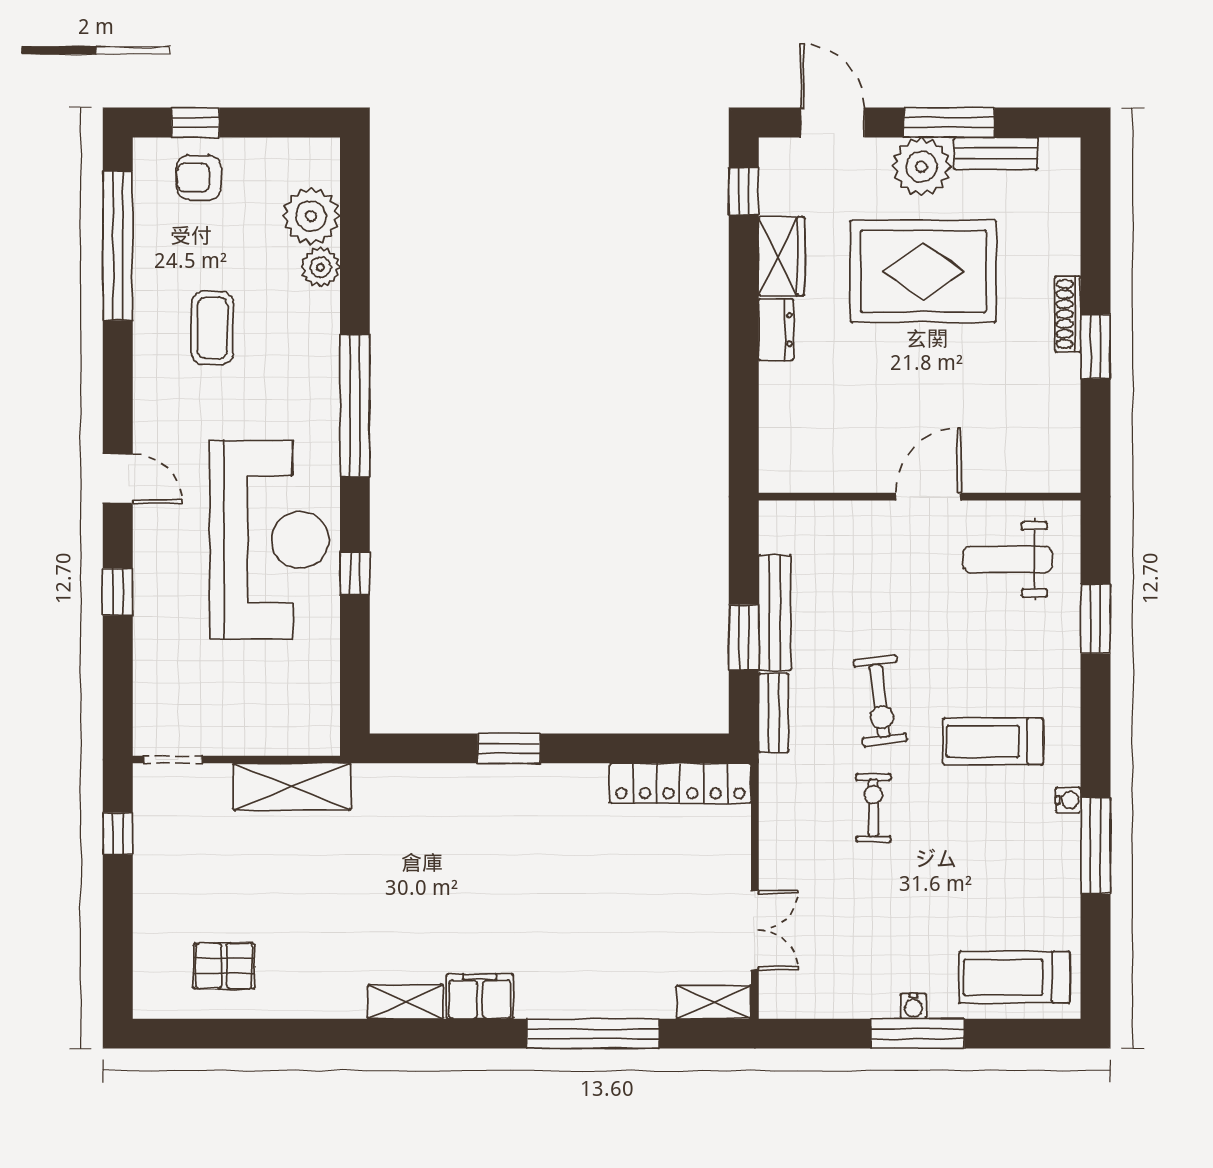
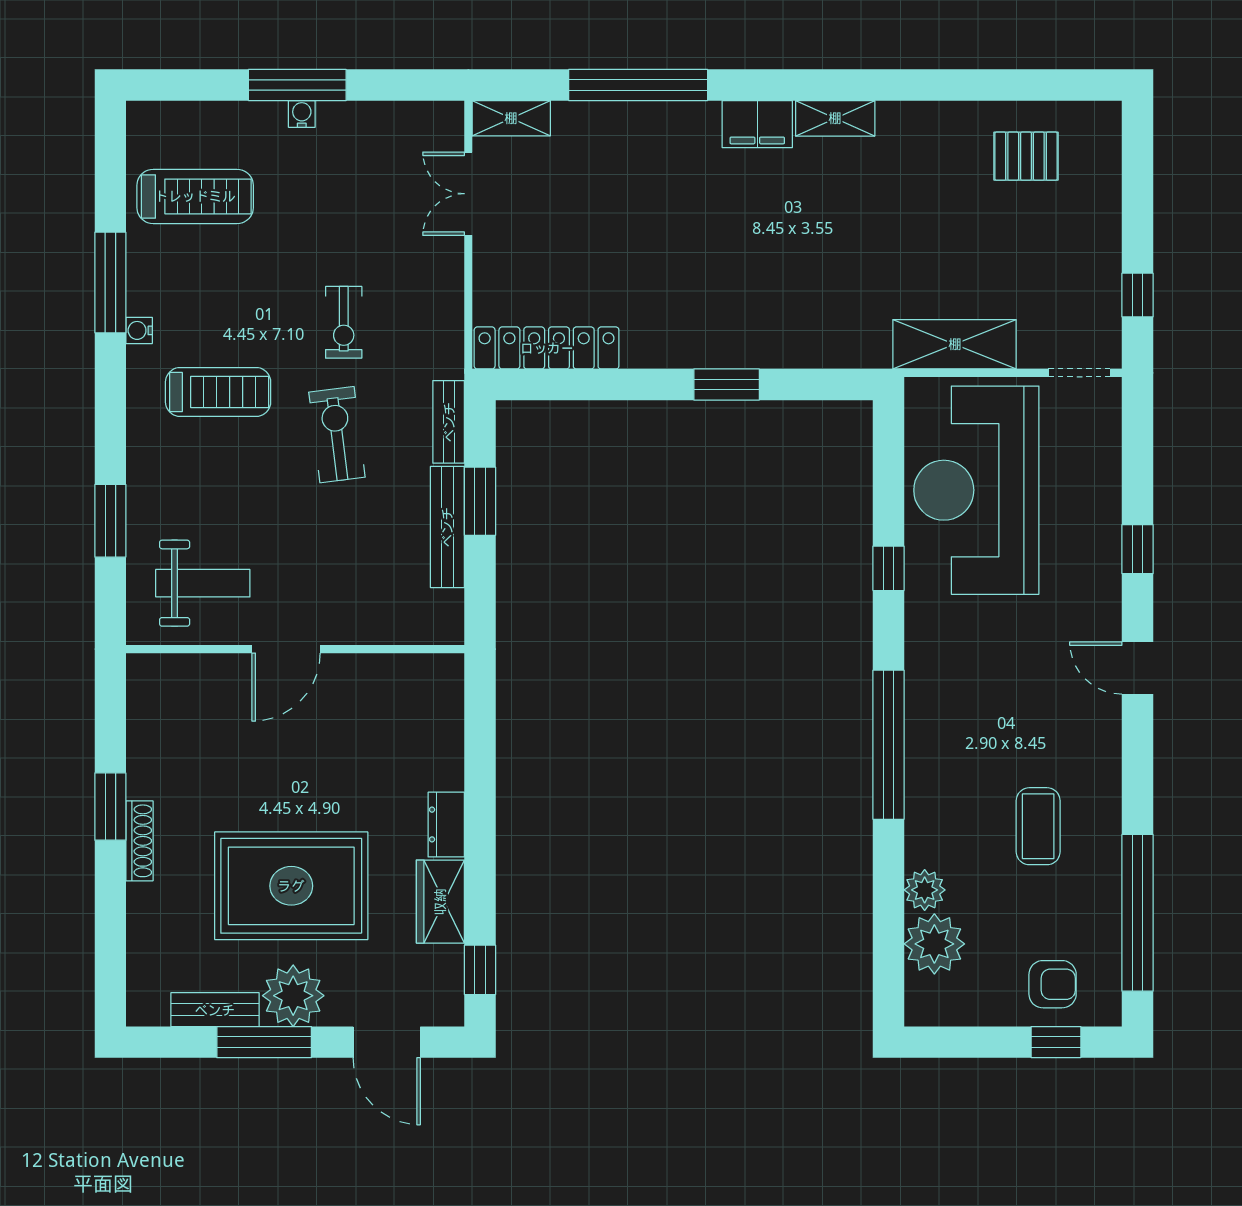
reception desk: (269, 540) -> (976, 490), moved
treadmill: (1014, 977) -> (195, 196), moved

